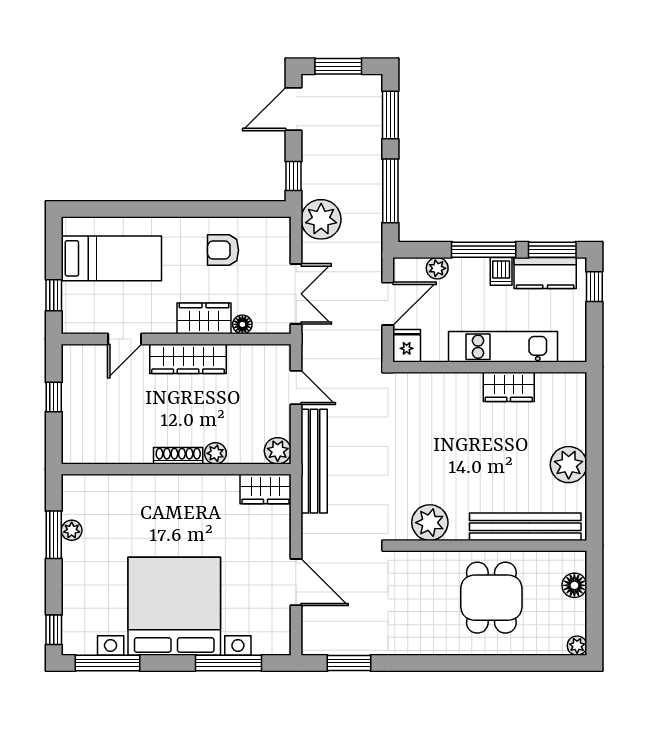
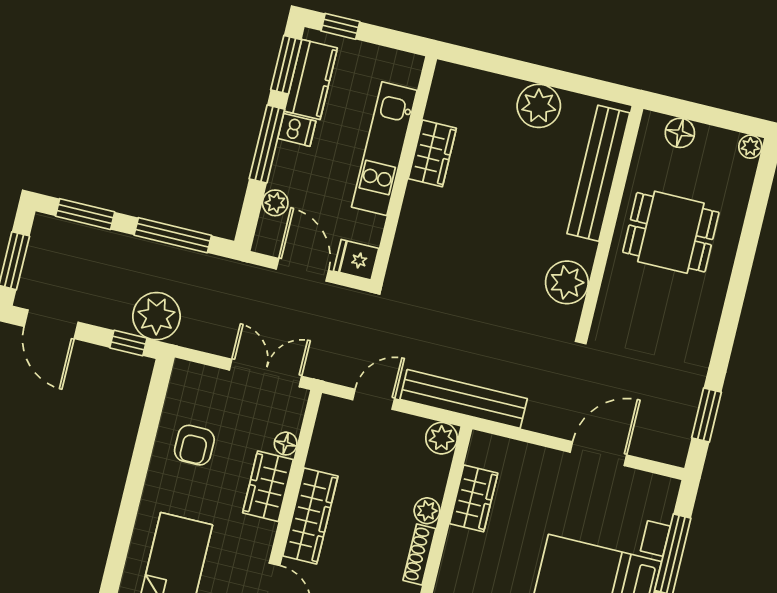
plant: (321, 219) -> (156, 316), moved
wardrobe: (265, 489) -> (474, 498), moved

